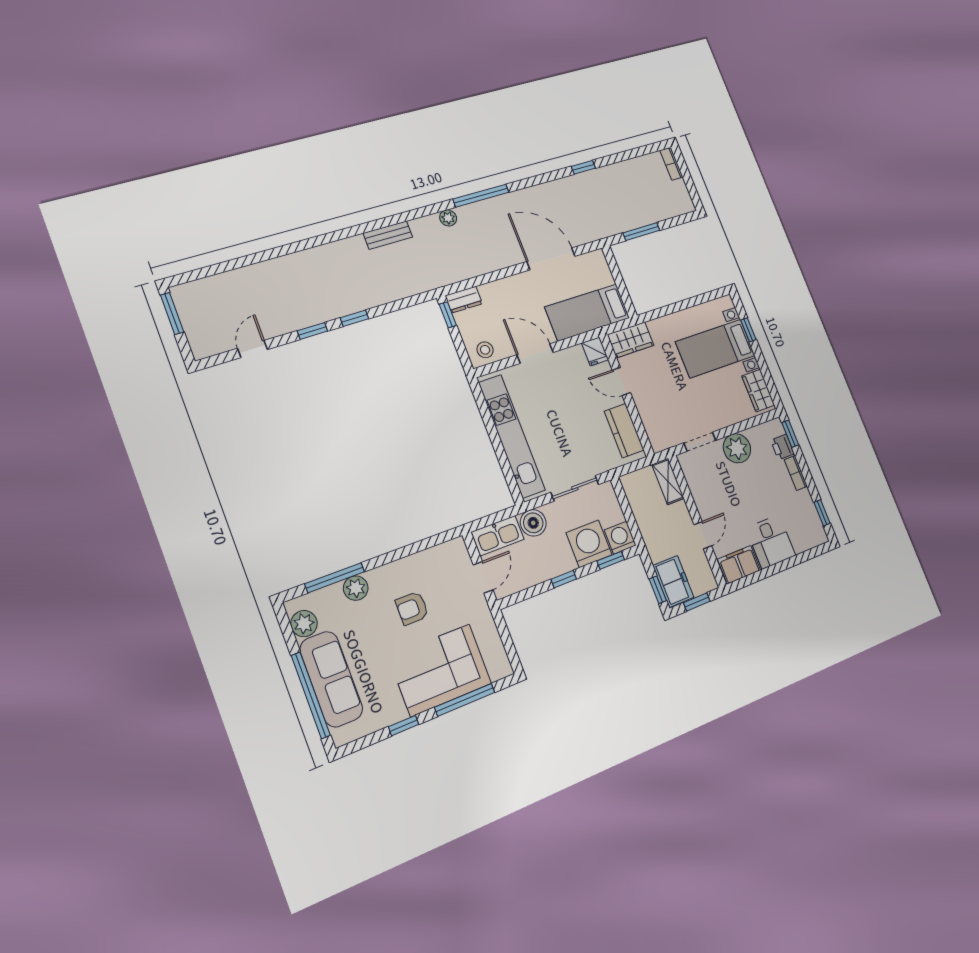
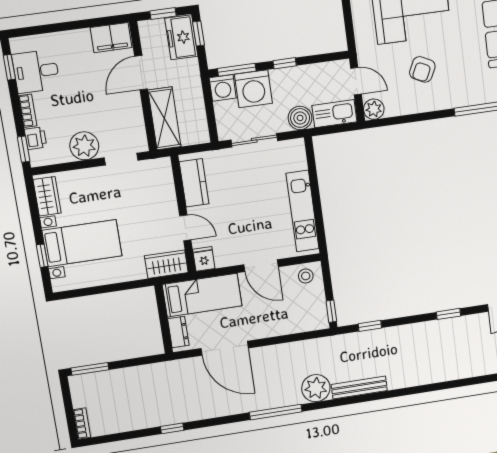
plant: (448, 218) -> (316, 388), width x1.87, depth x1.87
window: (641, 232) -> (90, 369), moved
bench: (388, 235) -> (359, 388), width x1.36
dresser: (464, 300) -> (178, 332), moved, turned 90
window: (354, 318) -> (370, 326), moved
kitchen unit: (512, 436) -> (303, 211), width x0.73
shelving: (668, 481) -> (164, 118), width x1.50, depth x1.33
door: (703, 535) -> (141, 73), width x1.38
desk: (771, 542) -> (36, 71), moved, turned -90
window: (611, 560) -> (237, 70), width x1.50
door: (483, 577) -> (356, 81), swing flipped
plant: (356, 588) -> (374, 109), moved
armchair: (412, 608) -> (422, 69), turned 116

